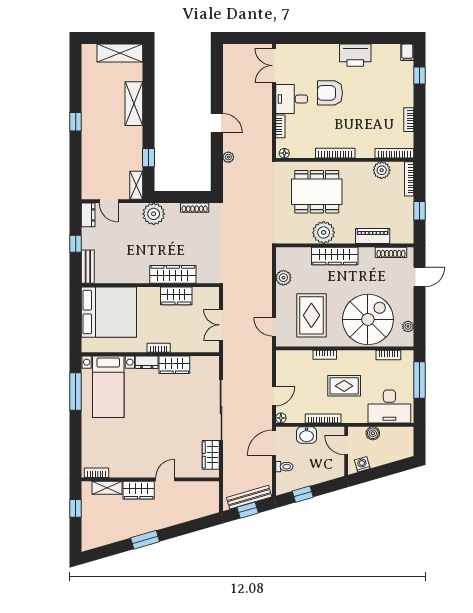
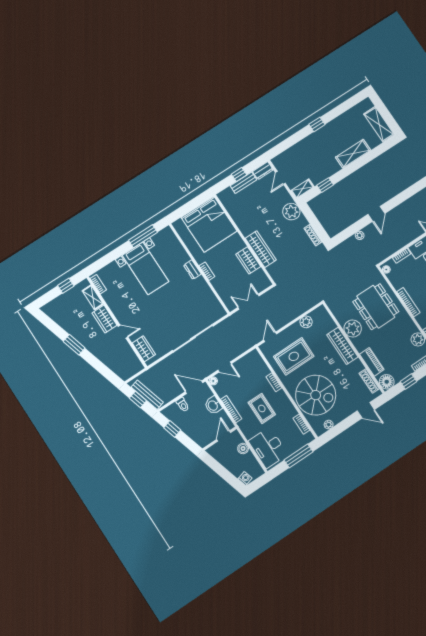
floor lamp: (404, 234) -> (387, 382), added
bench: (88, 267) -> (244, 183), moved
wardrobe: (174, 365) -> (203, 289), removed
bed with nightstands: (108, 387) -> (145, 268), moved, turned -90
wardrobe: (211, 455) -> (144, 349), moved, turned 90
washing machine: (362, 464) -> (245, 478), moved

